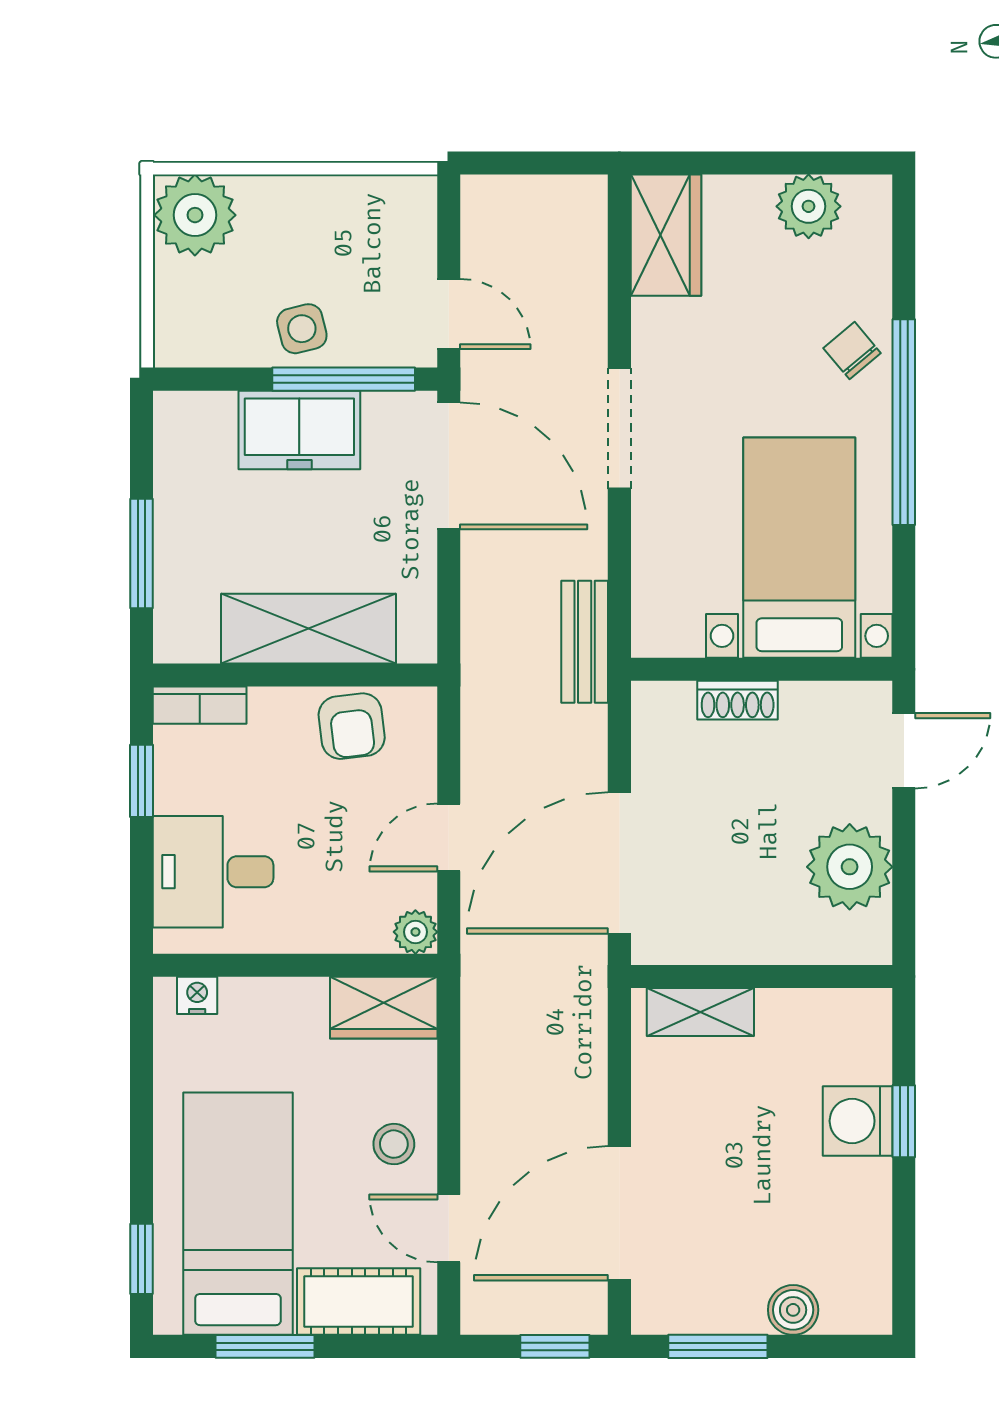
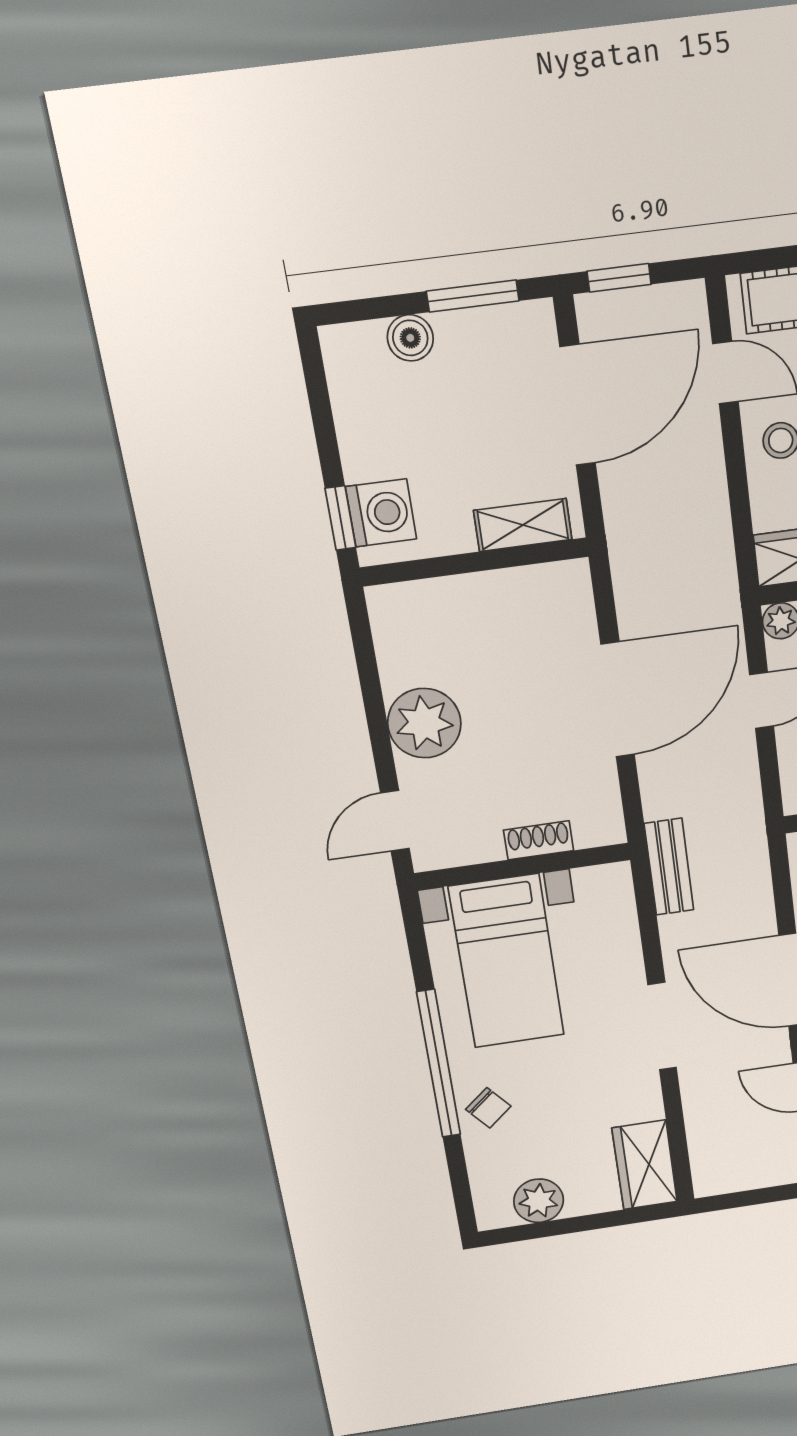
wall: (762, 977) -> (475, 562), moved
shelving: (700, 1012) -> (523, 525), moved

